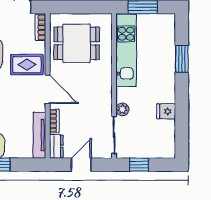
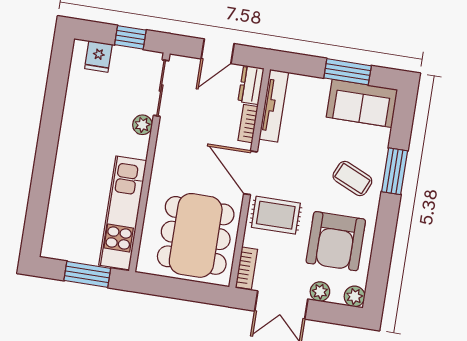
dining table: (77, 43) -> (196, 235), width x1.37
window: (182, 59) -> (41, 187), removed
fridge: (166, 111) -> (98, 56), moved, turned 90

